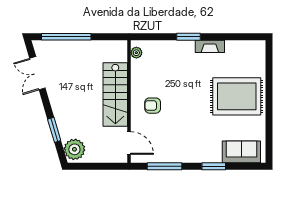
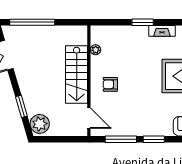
plant: (136, 53) -> (96, 50), moved
window: (214, 166) -> (154, 139), moved

